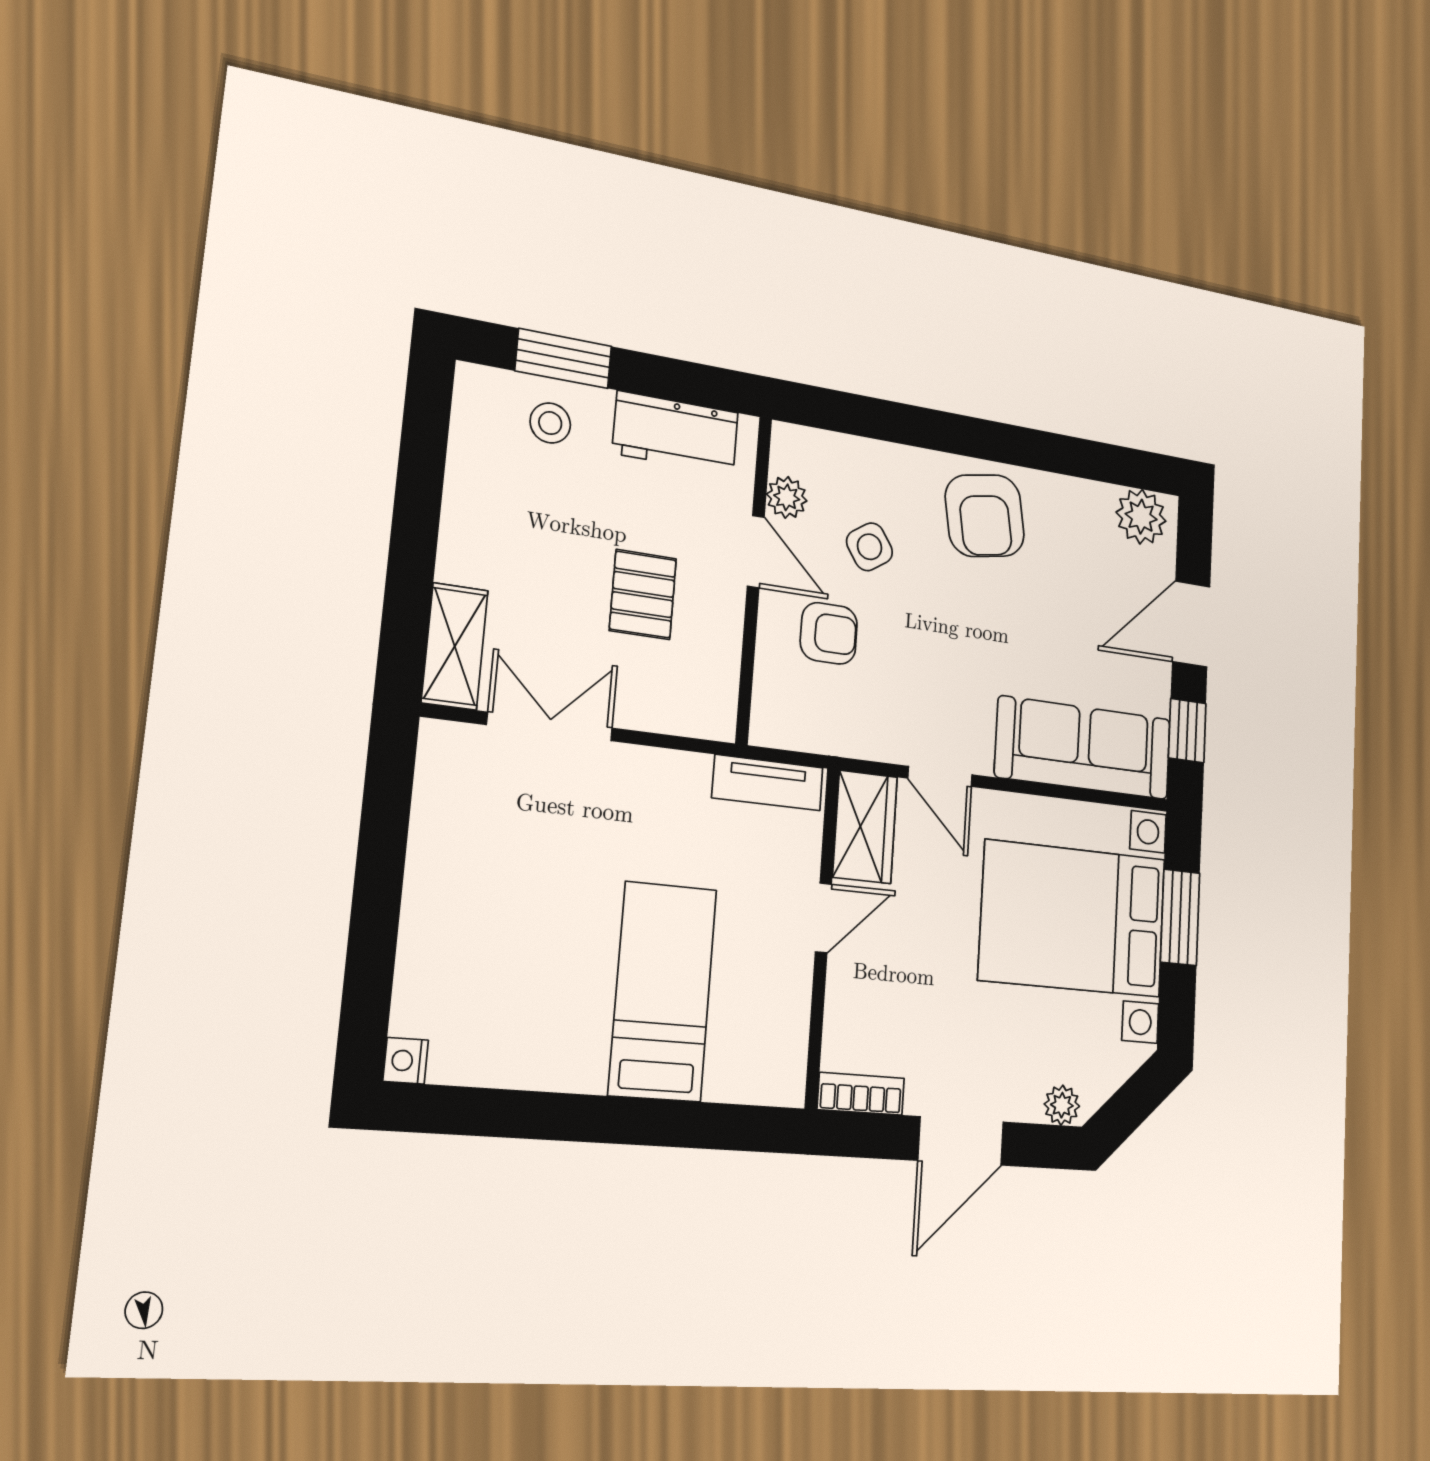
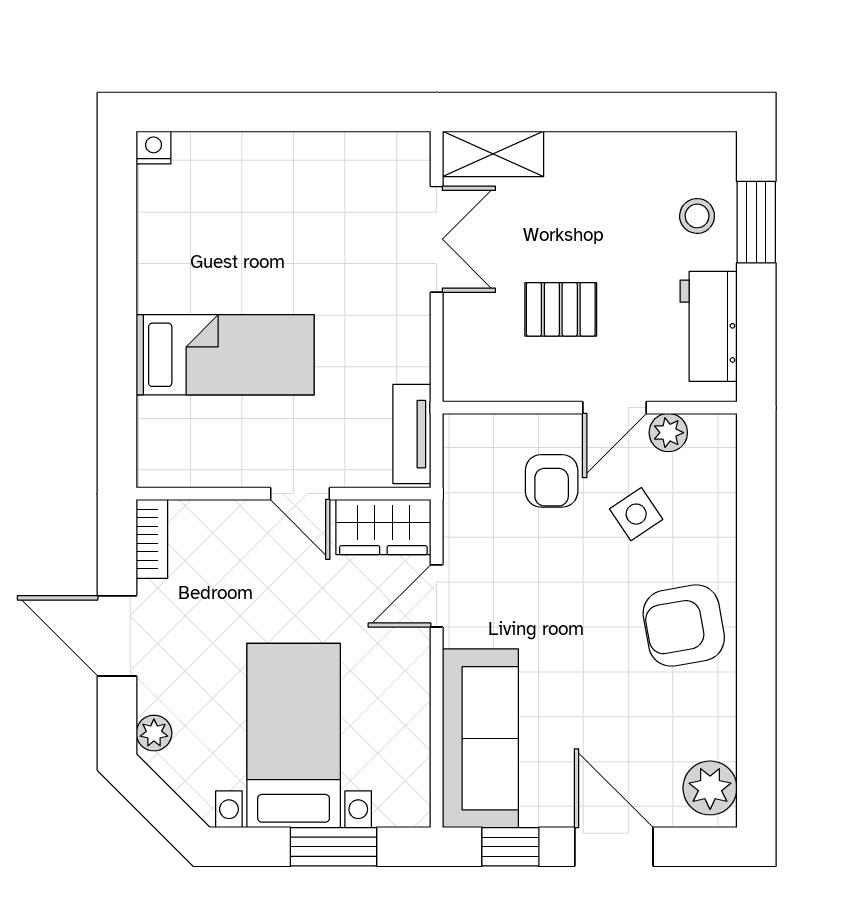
bed with nightstands: (1073, 919) -> (294, 735), width x0.73

